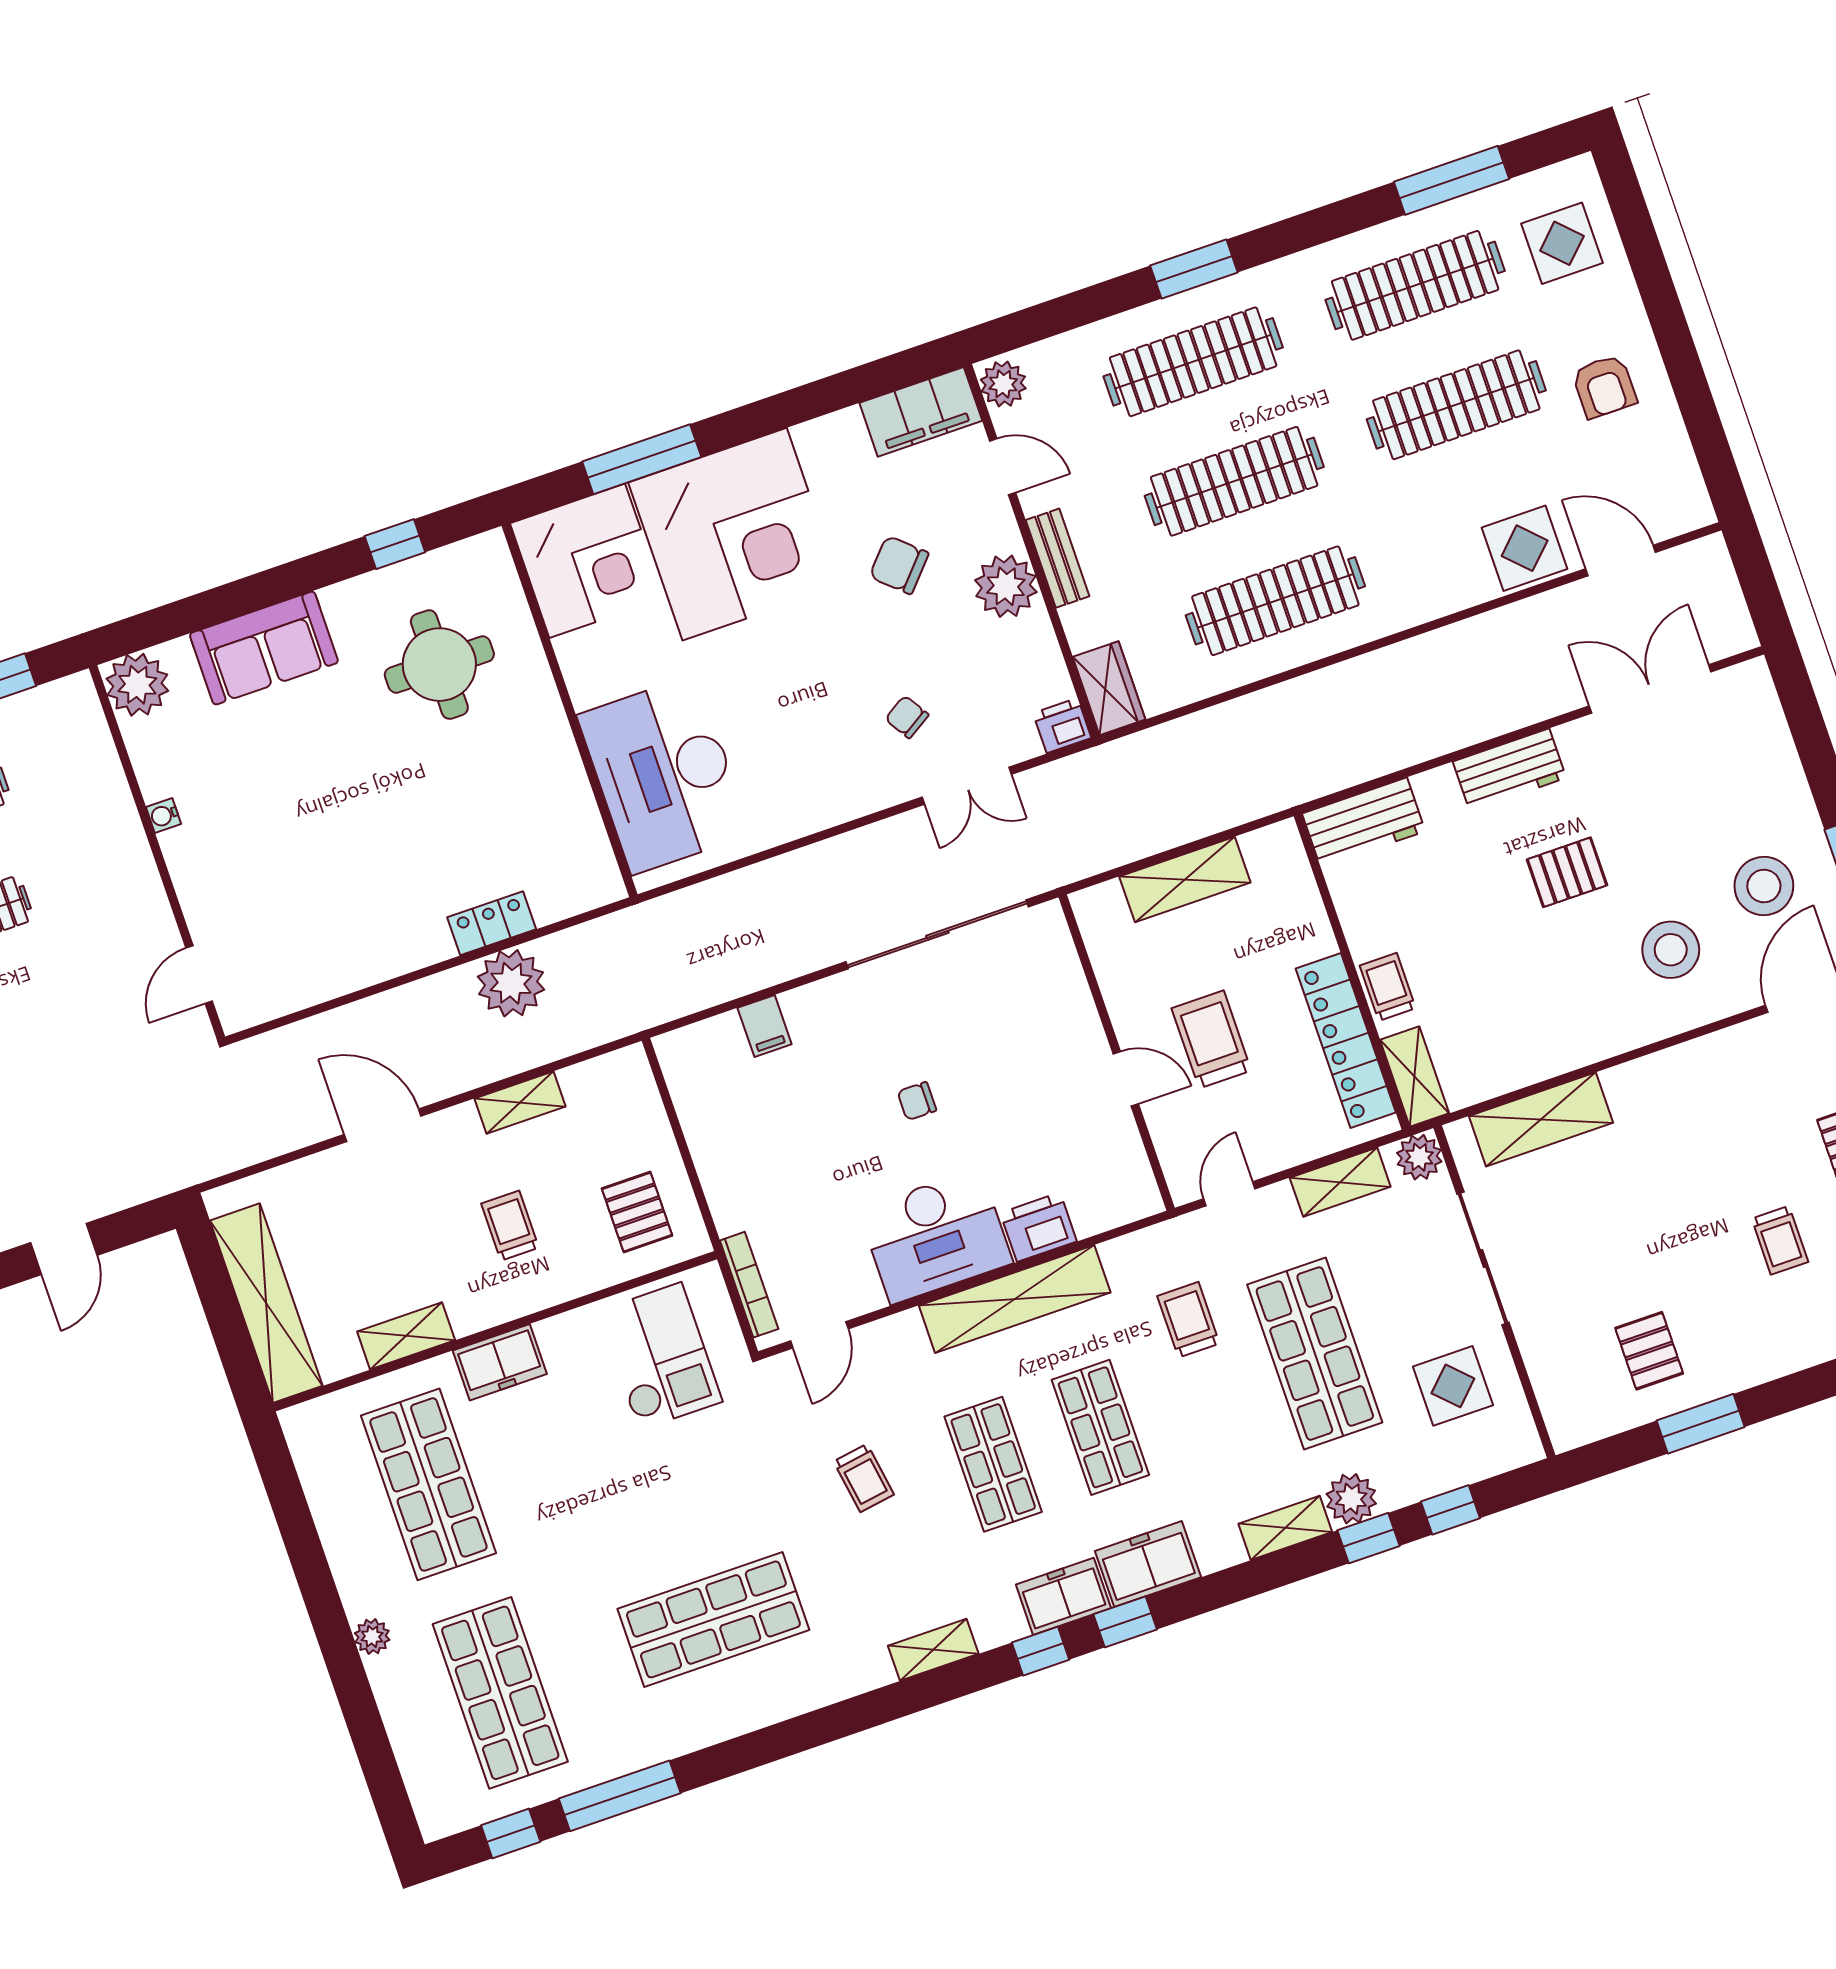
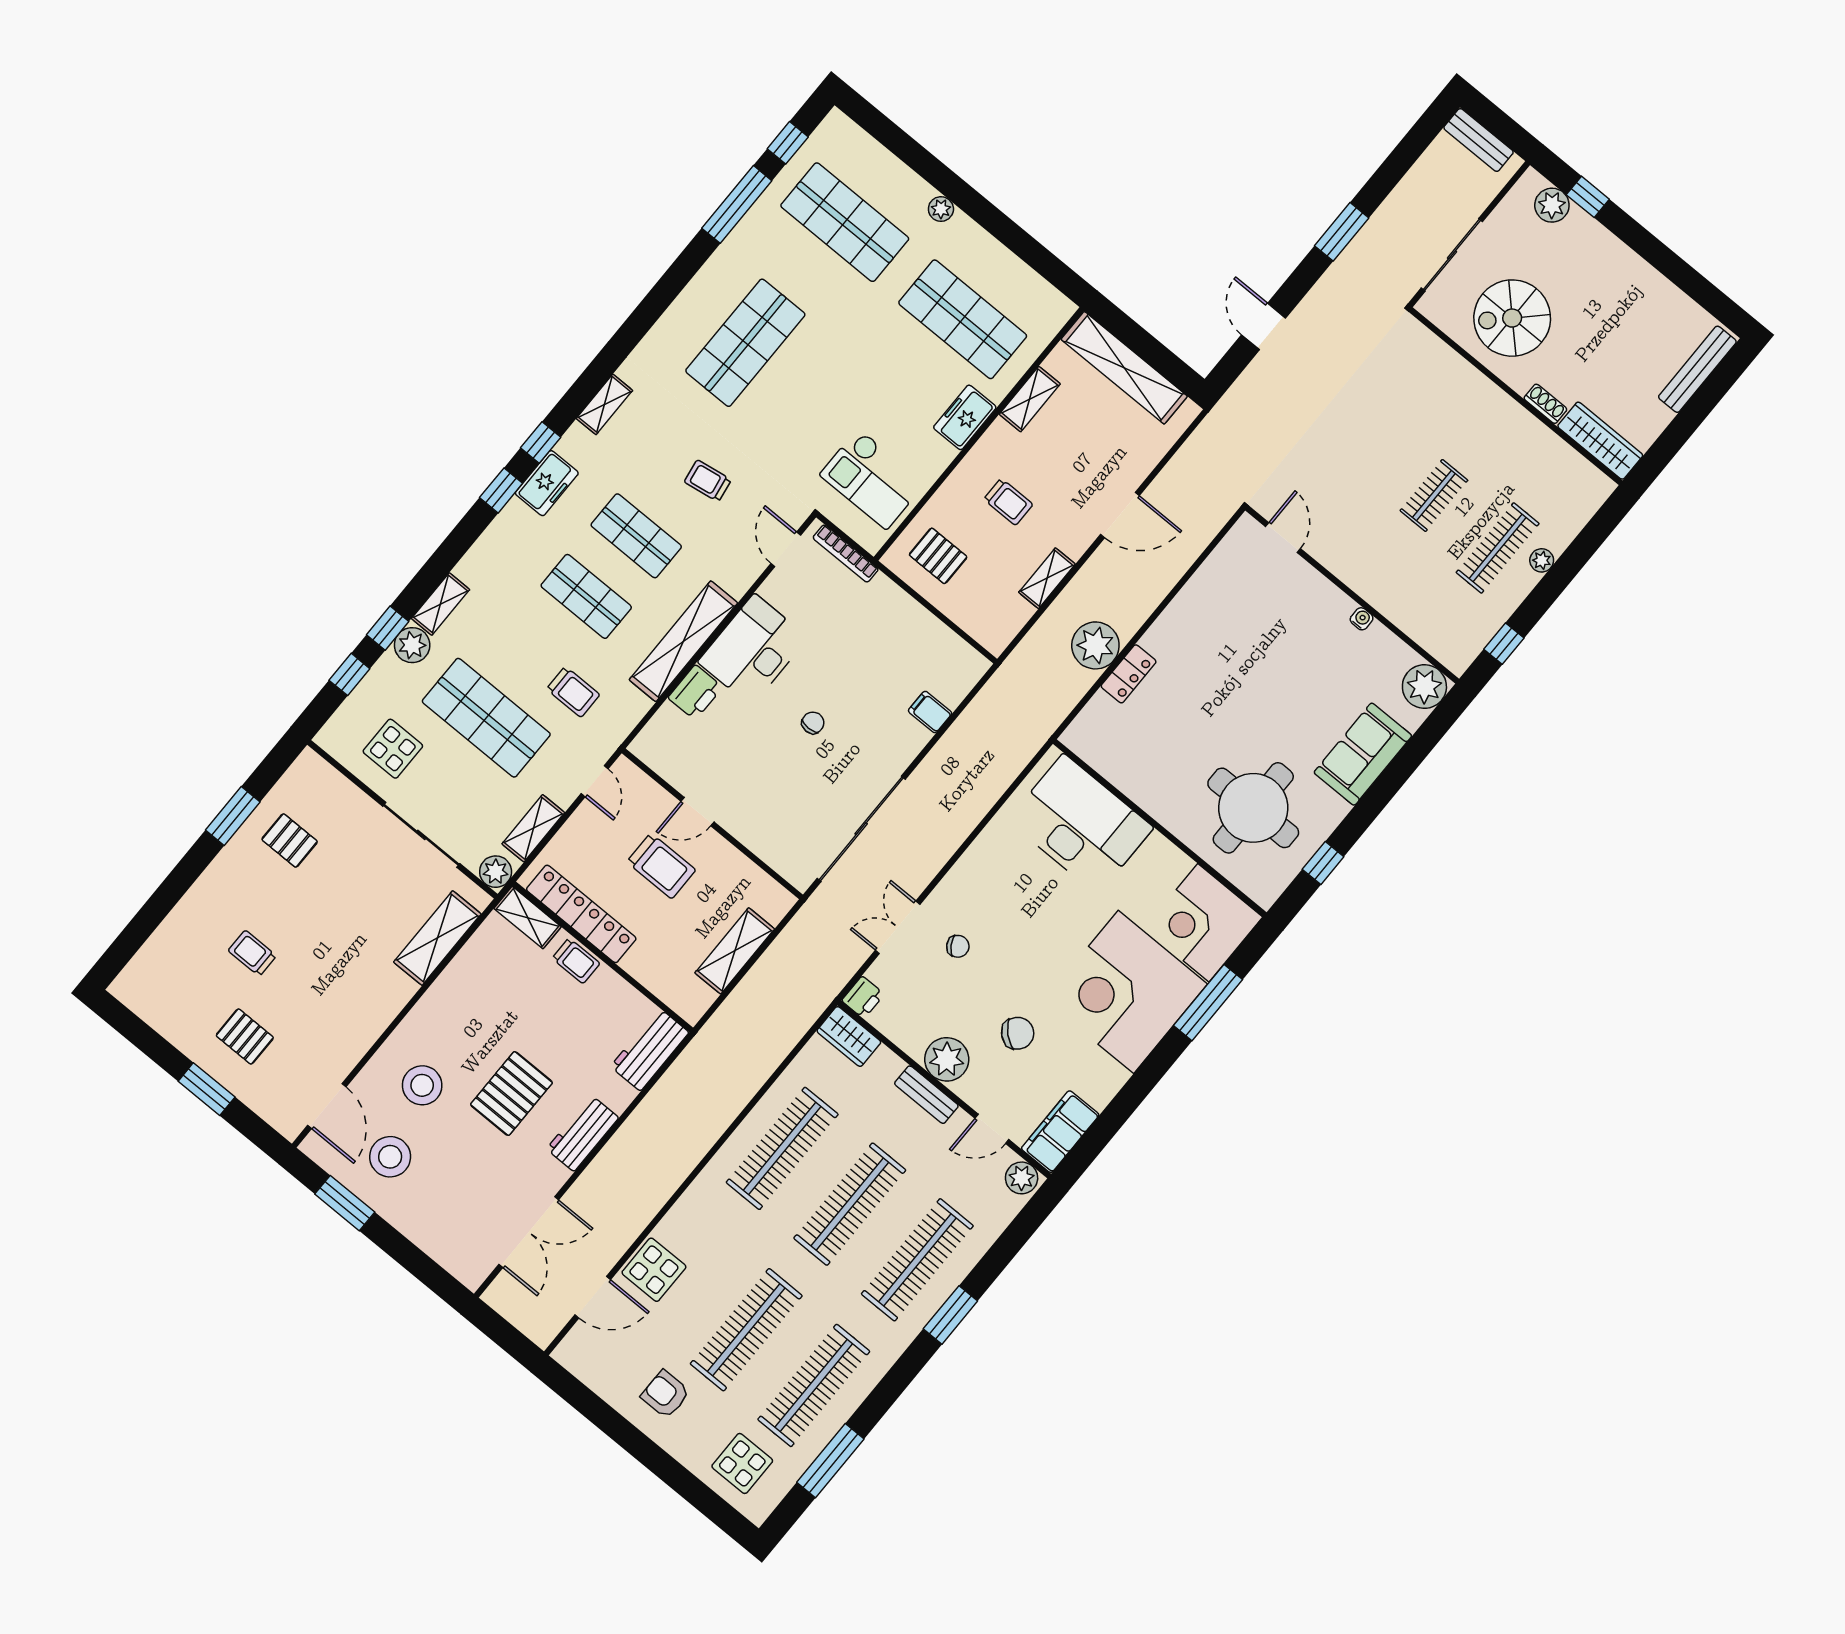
round table: (439, 665) -> (1253, 808), width x1.36, depth x1.36
pallet: (1567, 872) -> (511, 1094), width x1.50, depth x1.42
freezer: (1148, 1564) -> (509, 533), removed

